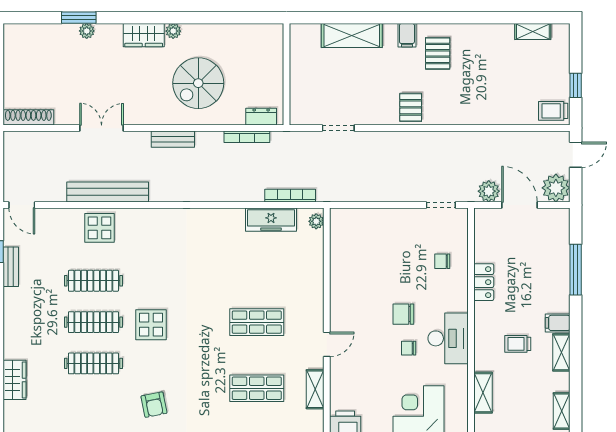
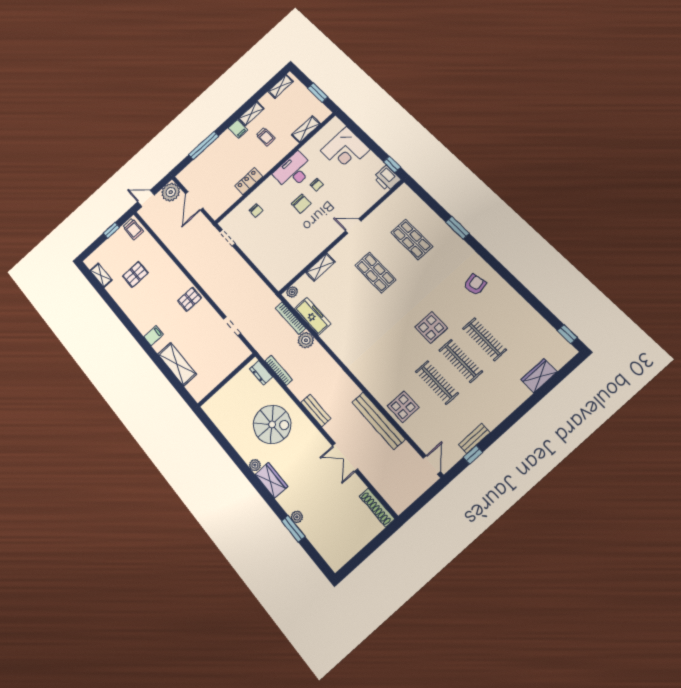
pallet: (438, 53) -> (135, 274), moved
plant: (489, 191) -> (306, 340), moved
shelving: (315, 389) -> (320, 267), moved

